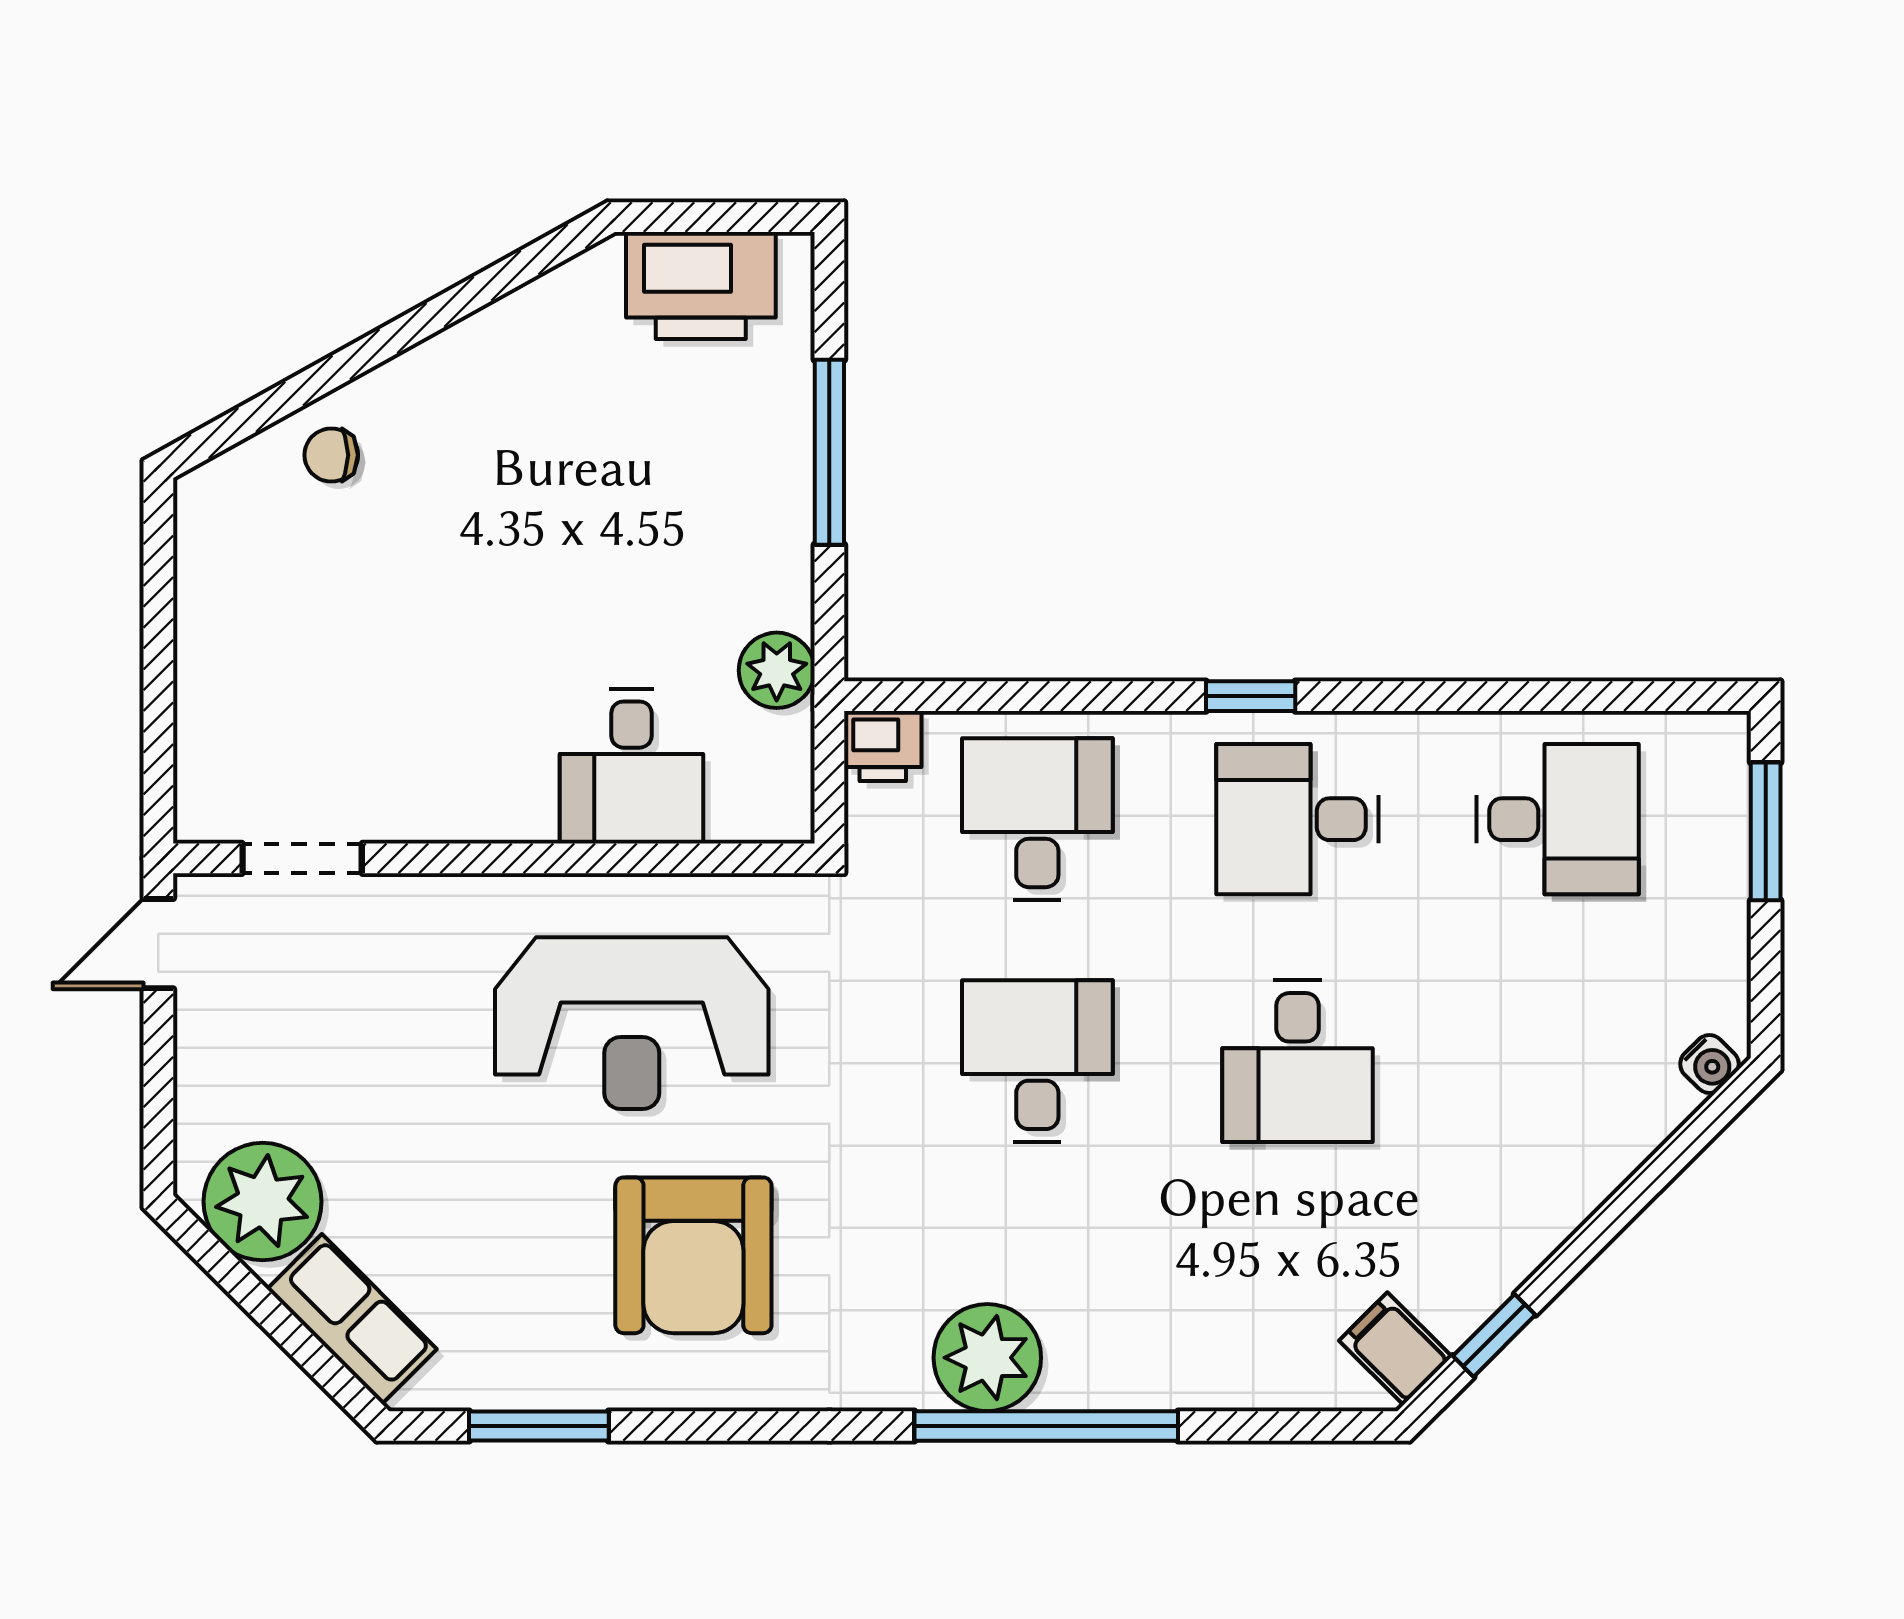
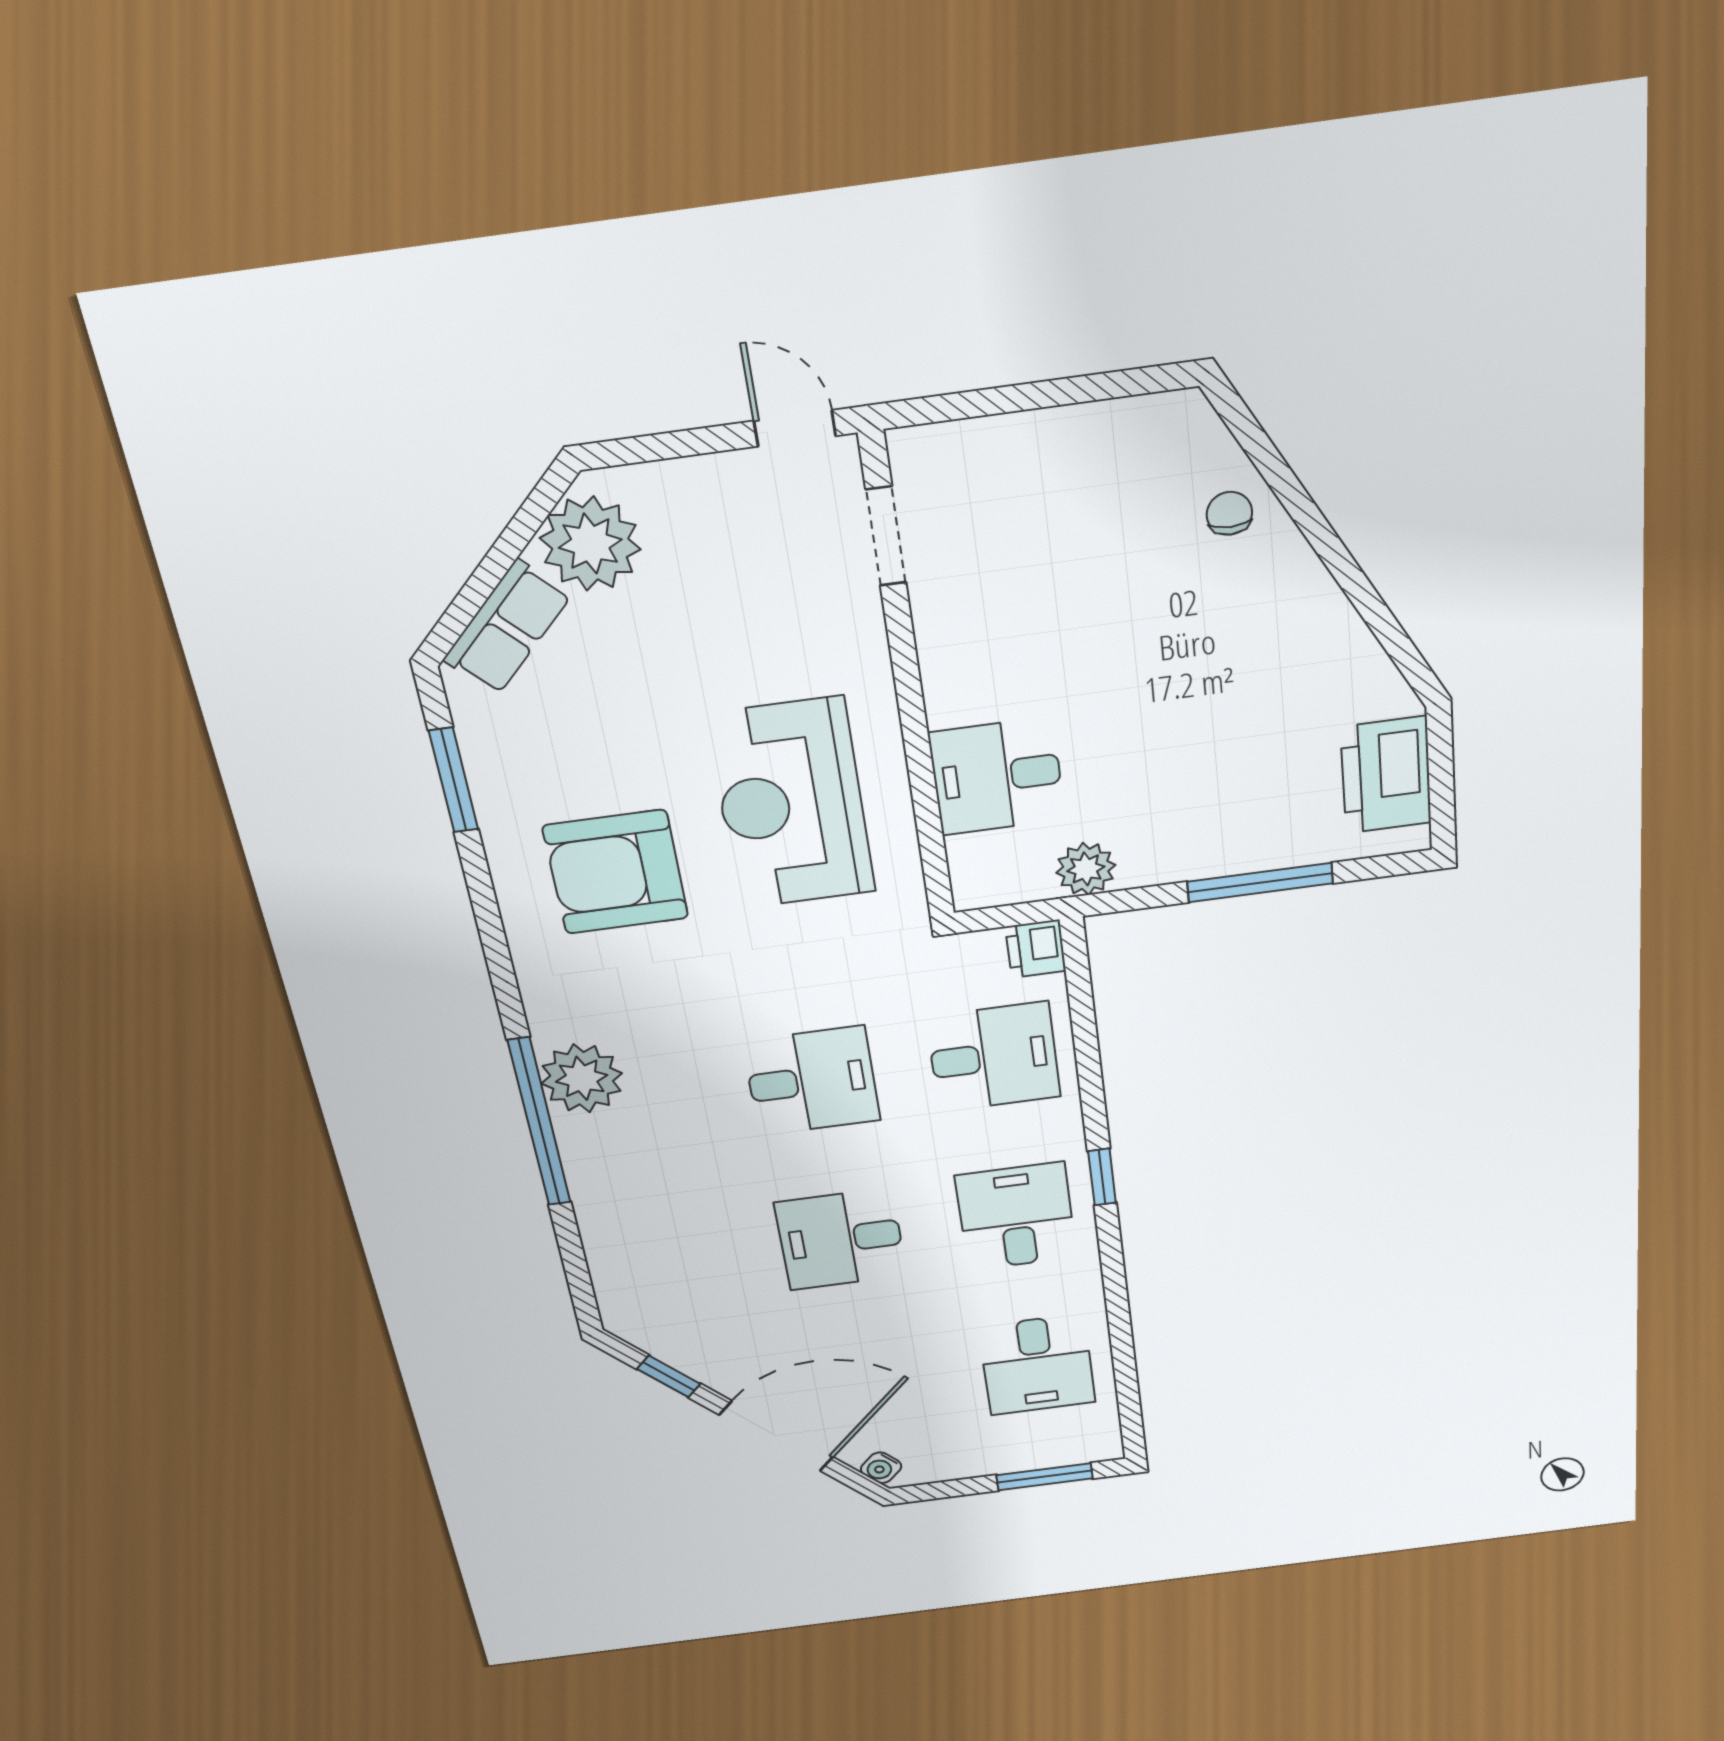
door: (1626, 1203) -> (776, 1436), added
filing cabinet: (1395, 1349) -> (646, 1322), removed

